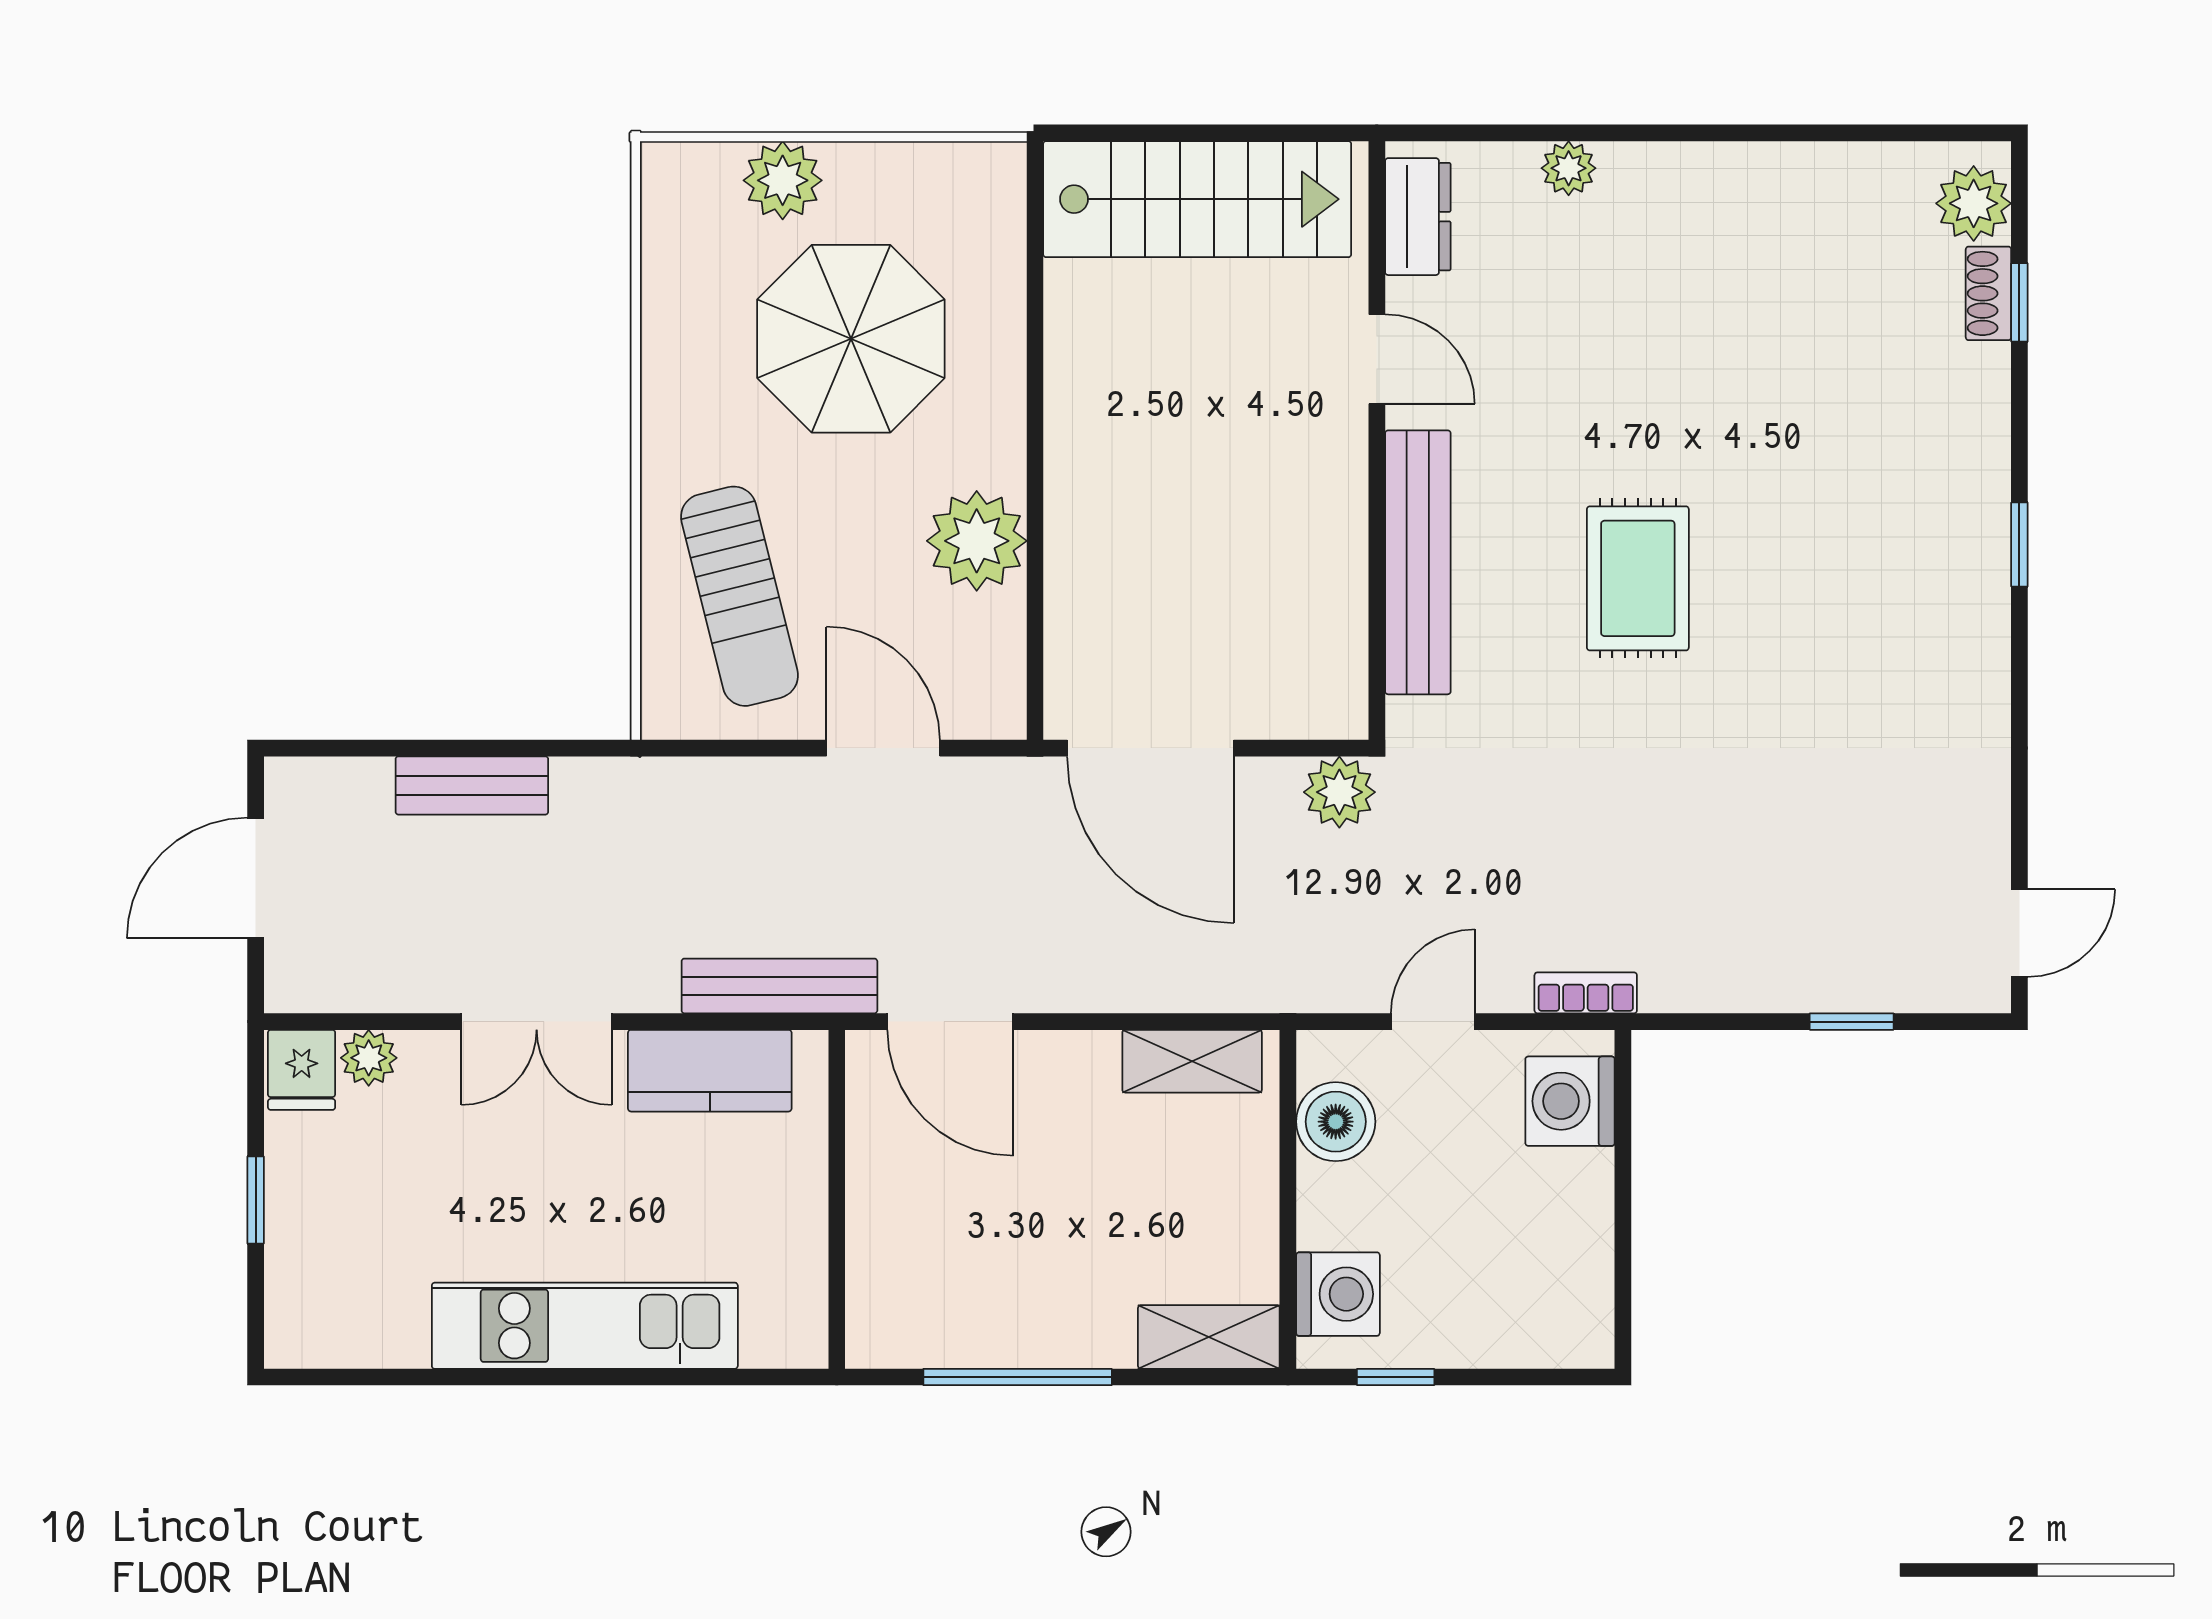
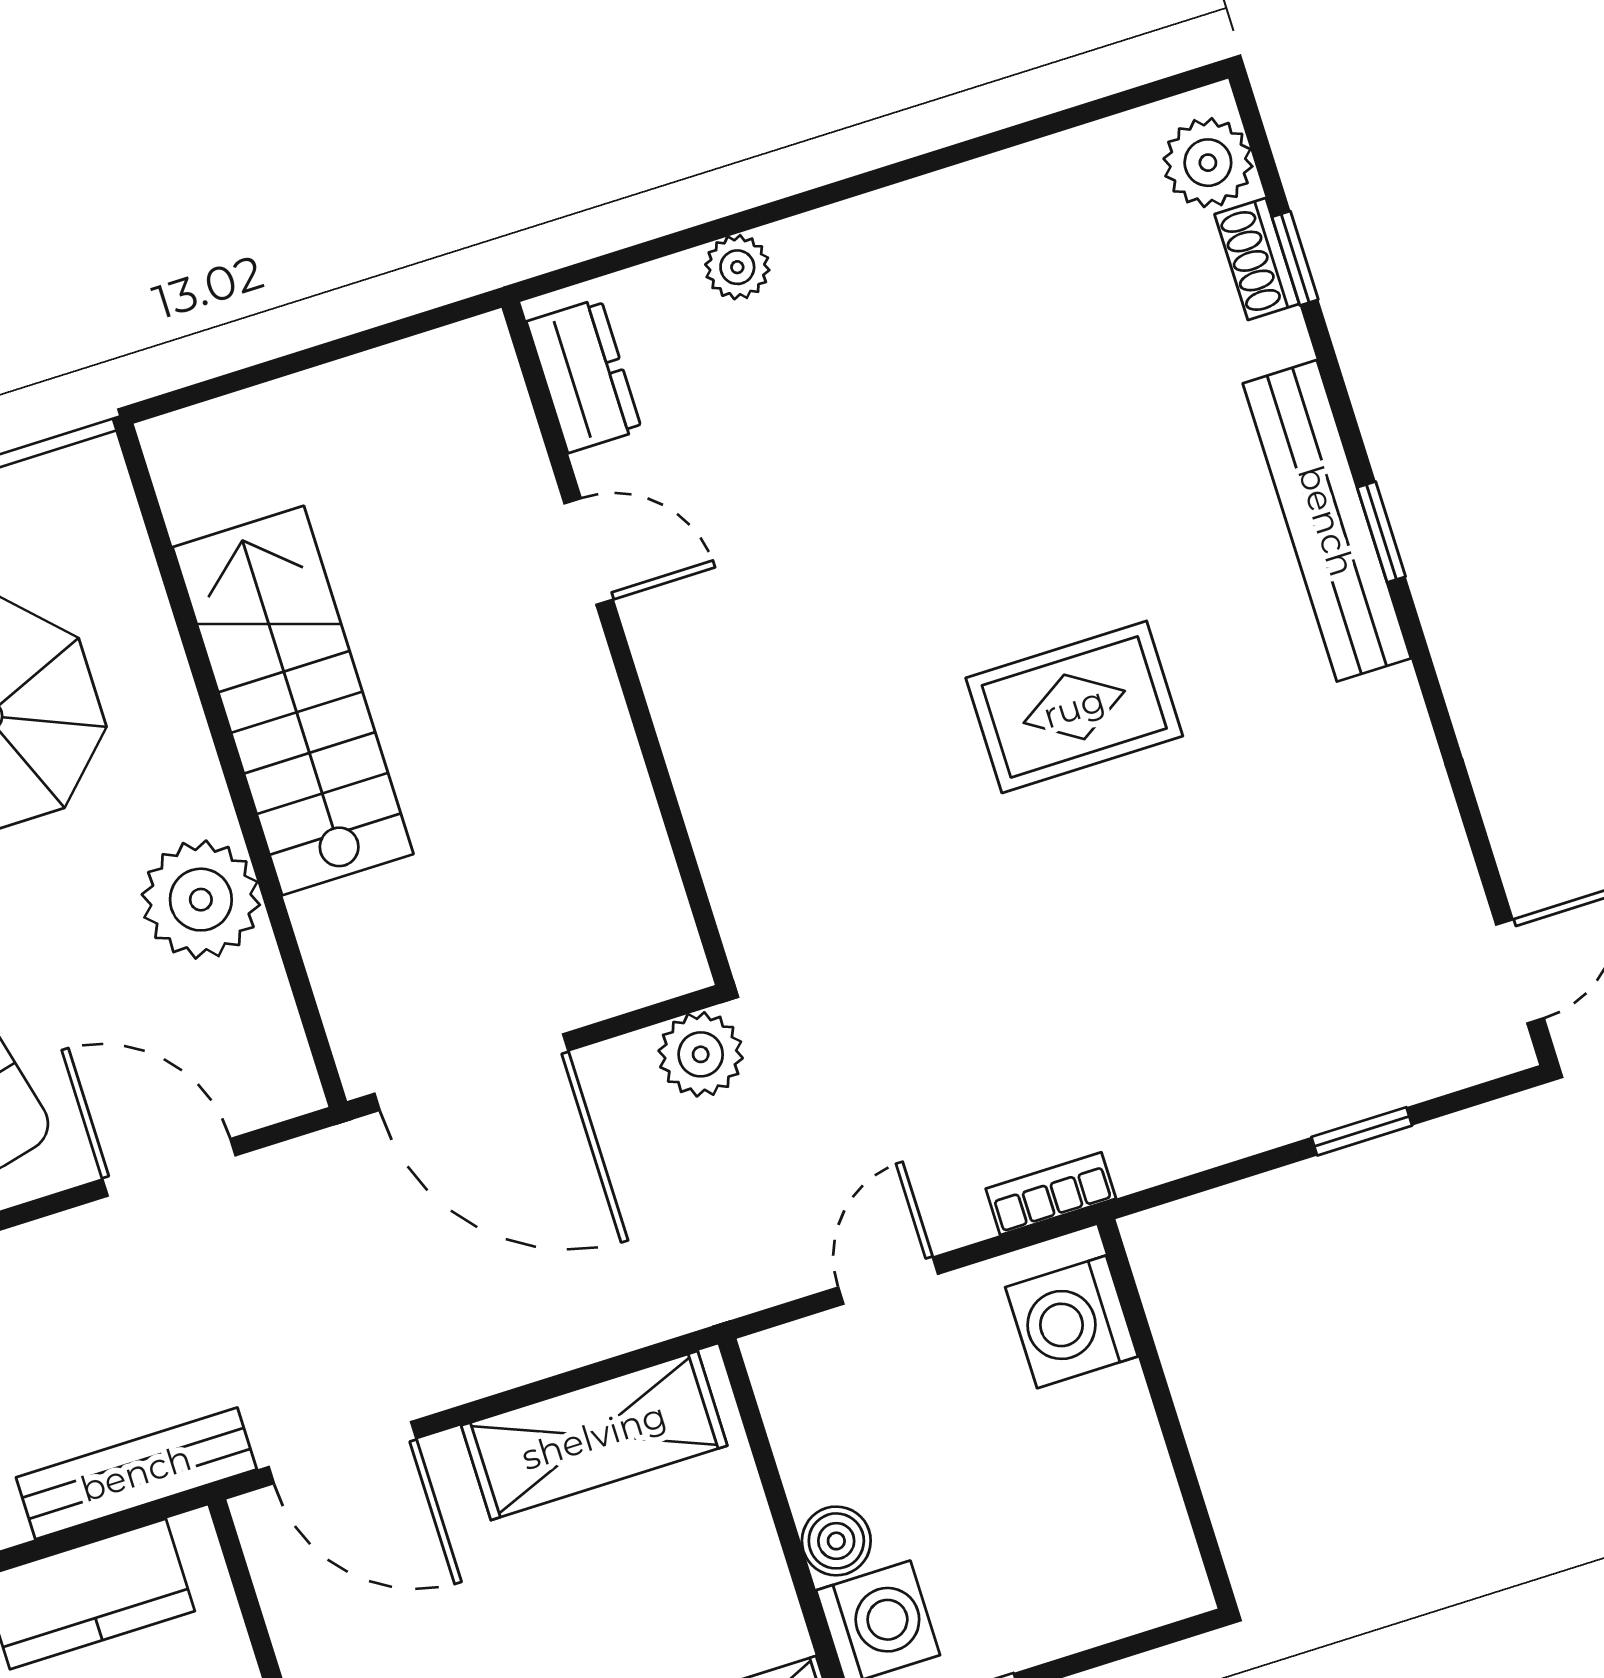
stairs: (1197, 199) -> (293, 701), moved, turned -90
bench: (1418, 562) -> (1327, 521), moved
rug: (1638, 578) -> (1074, 707), moved, turned 90
shelving: (1192, 1061) -> (594, 1436), width x1.50, depth x1.33
boiler: (1336, 1122) -> (836, 1541), moved, width x0.73, depth x0.73

